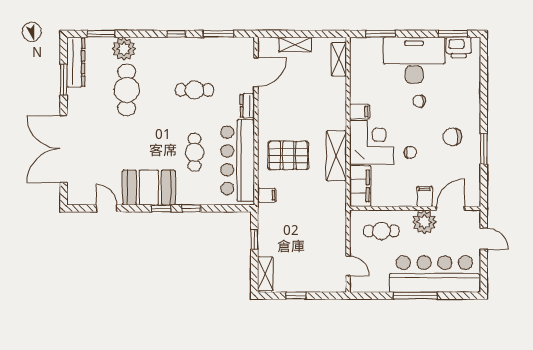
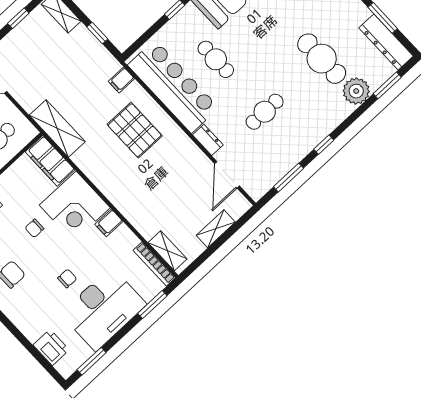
printer: (459, 47) -> (51, 347), moved, turned 90
bookcase: (355, 59) -> (154, 264), added
pallet: (288, 155) -> (135, 130), turned 90
shelving: (336, 156) -> (57, 128), moved

